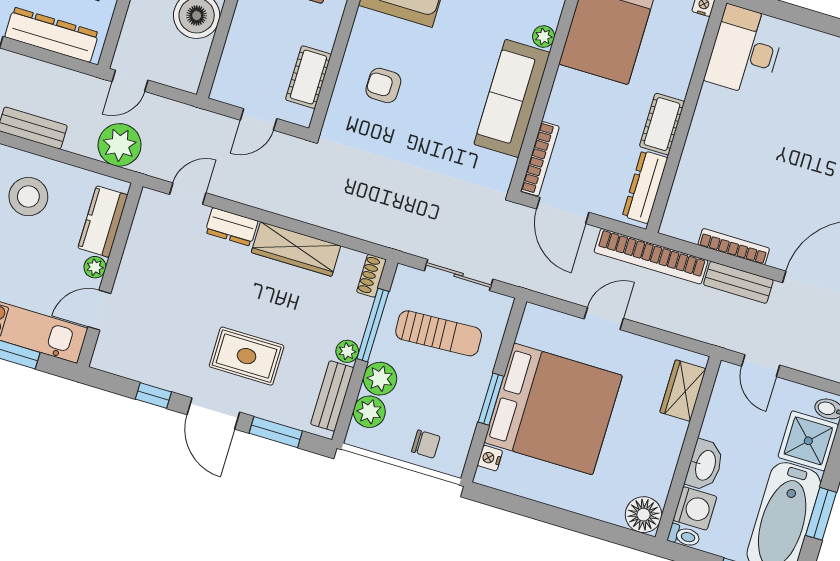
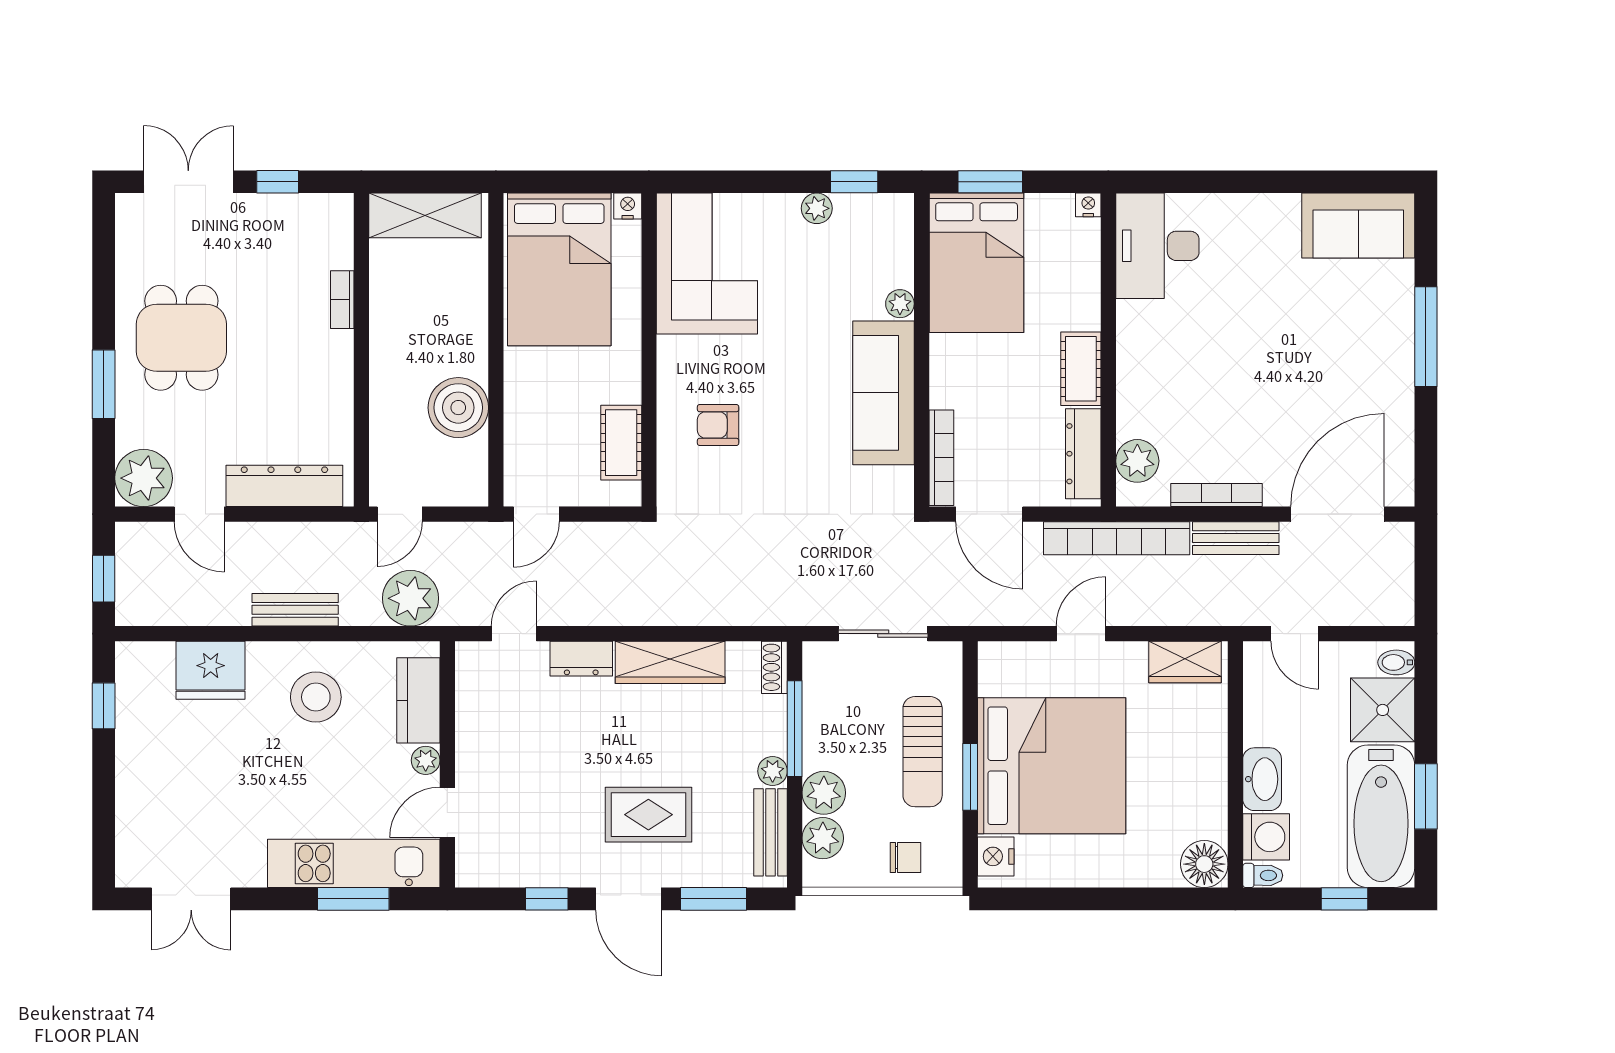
door: (259, 119) -> (536, 514), moved
plant: (683, 204) -> (1137, 461), added
sun lounger: (439, 333) -> (923, 752), moved, turned 93
wardrobe: (683, 391) -> (1185, 662), moved, turned -90
nightstand: (490, 458) -> (996, 856), width x1.39, depth x1.35

